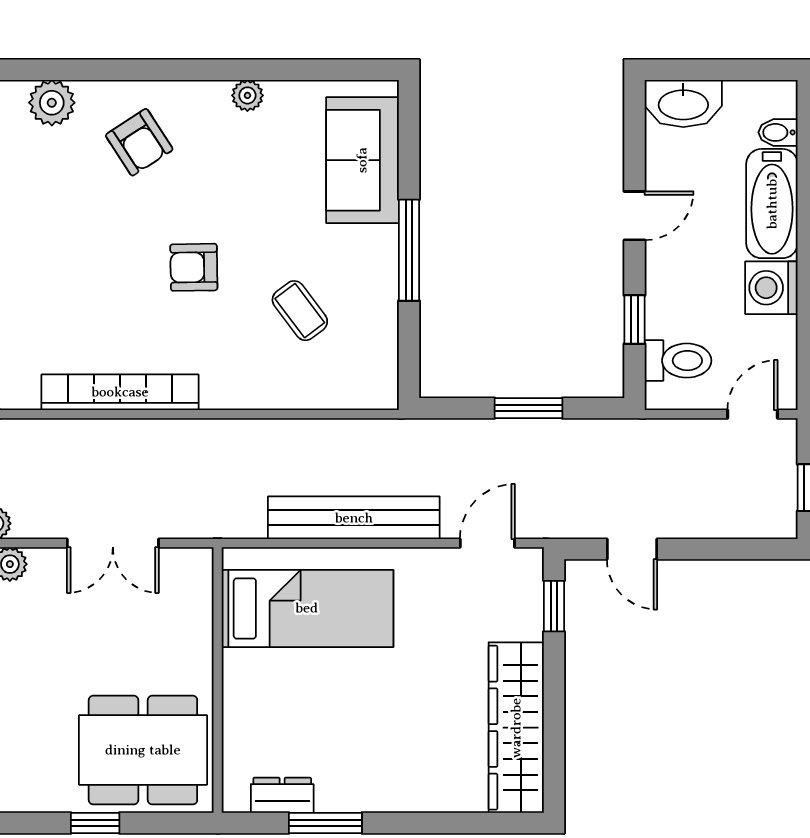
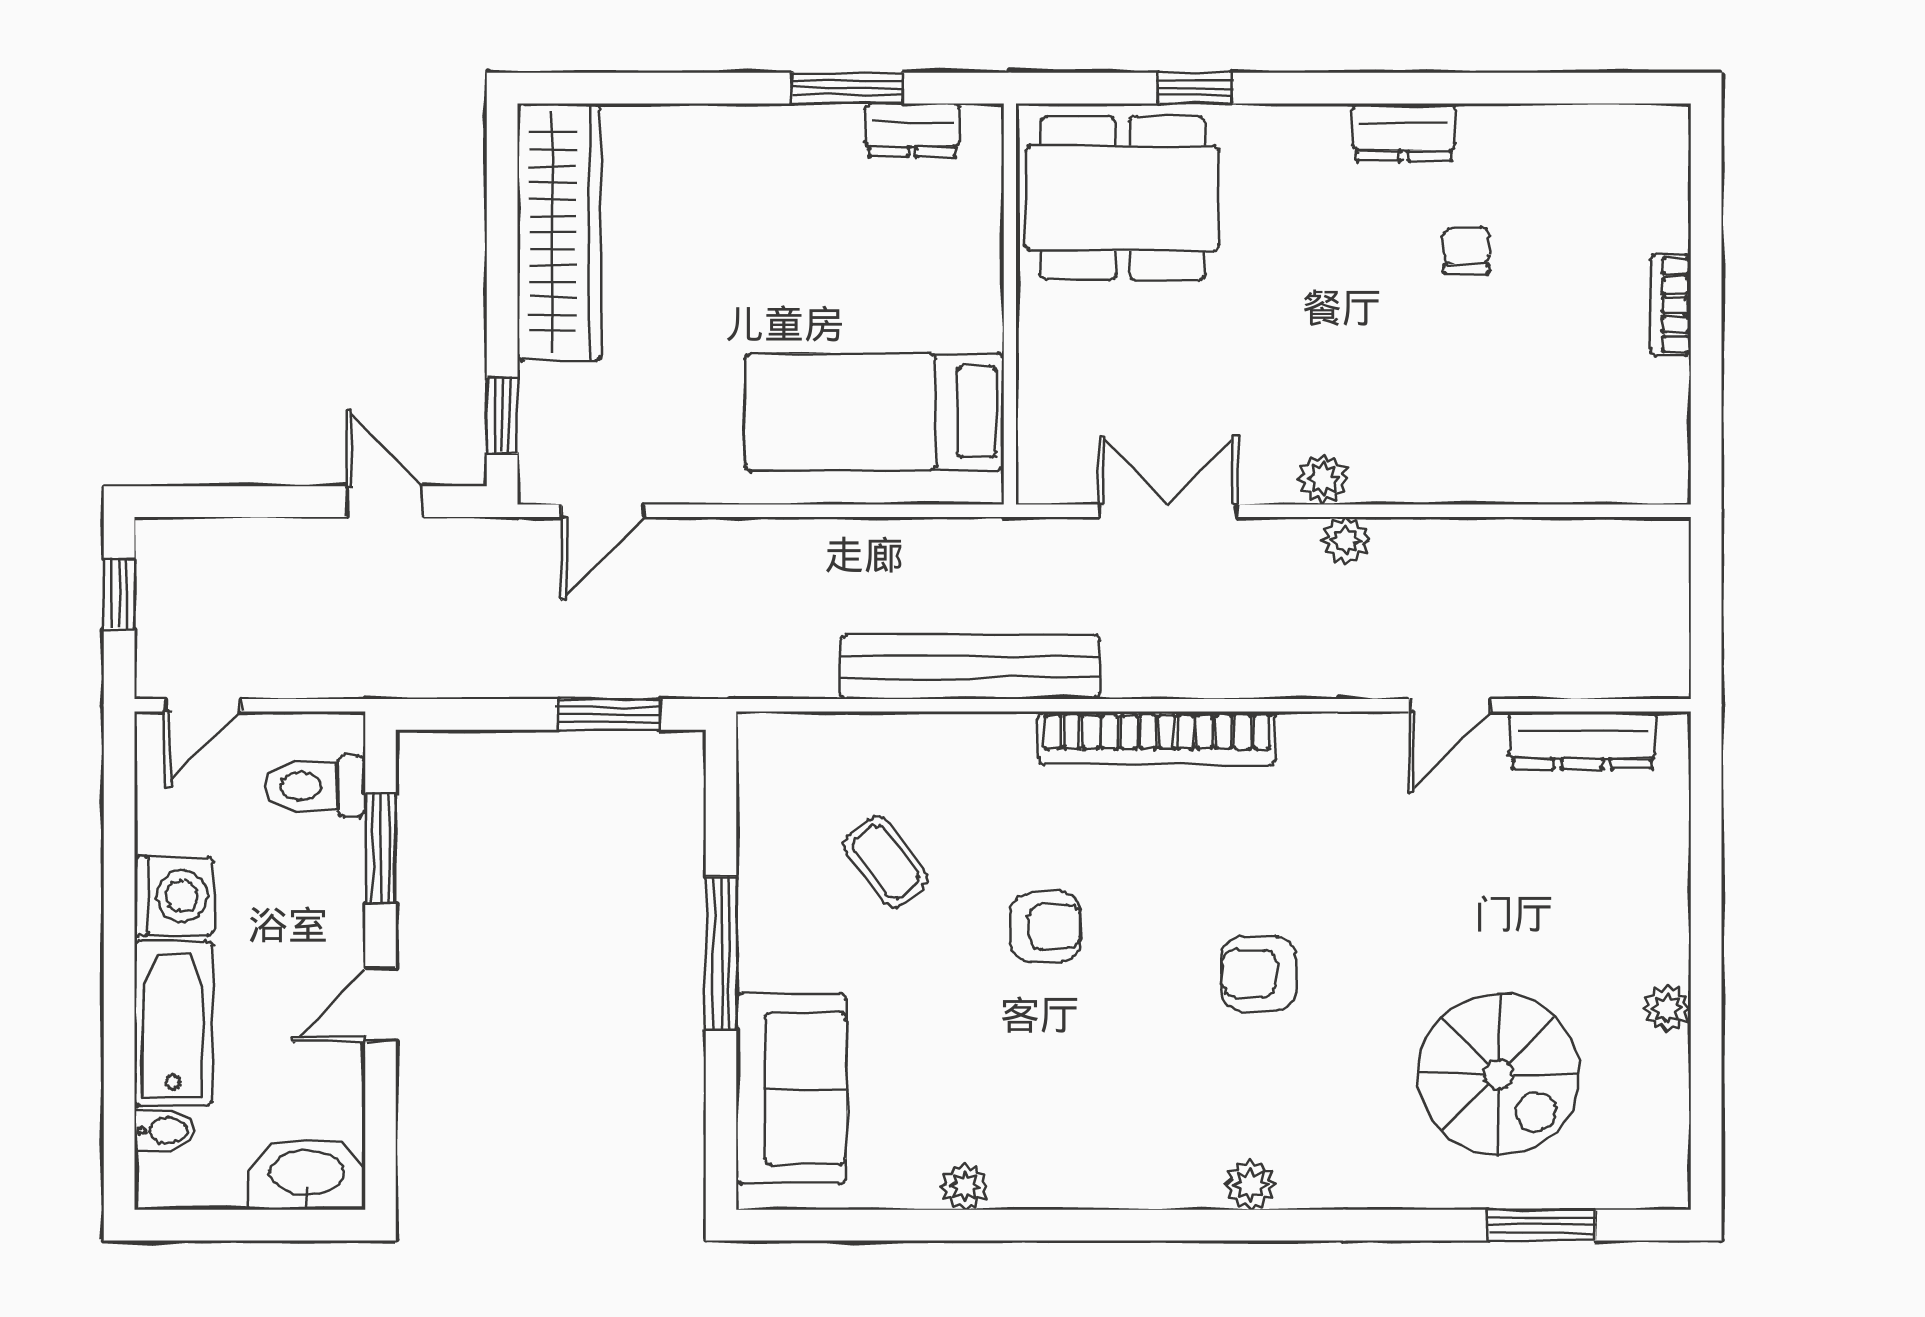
plant: (52, 103) -> (1251, 1185), width x0.73, depth x0.73
armchair: (139, 142) -> (1258, 974), moved, turned -57
window: (635, 320) -> (381, 848), width x1.50
window: (529, 408) -> (609, 714), moved
bench: (354, 518) -> (970, 667), moved

